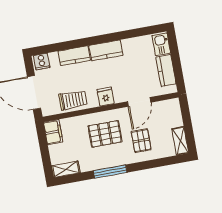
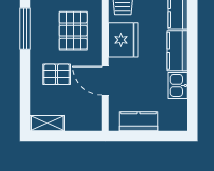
kitchen sink: (161, 44) -> (178, 85), moved, turned -90
fridge: (106, 97) -> (123, 40), width x1.88, depth x1.34

